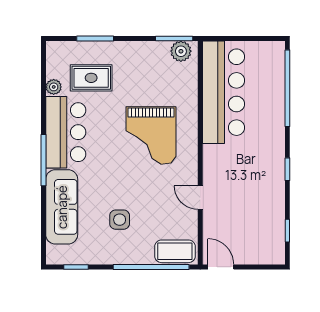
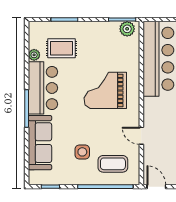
grand piano: (151, 136) -> (105, 90), turned 90
coffee table: (175, 251) -> (113, 164), moved

